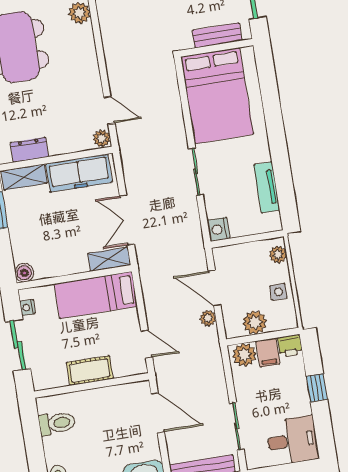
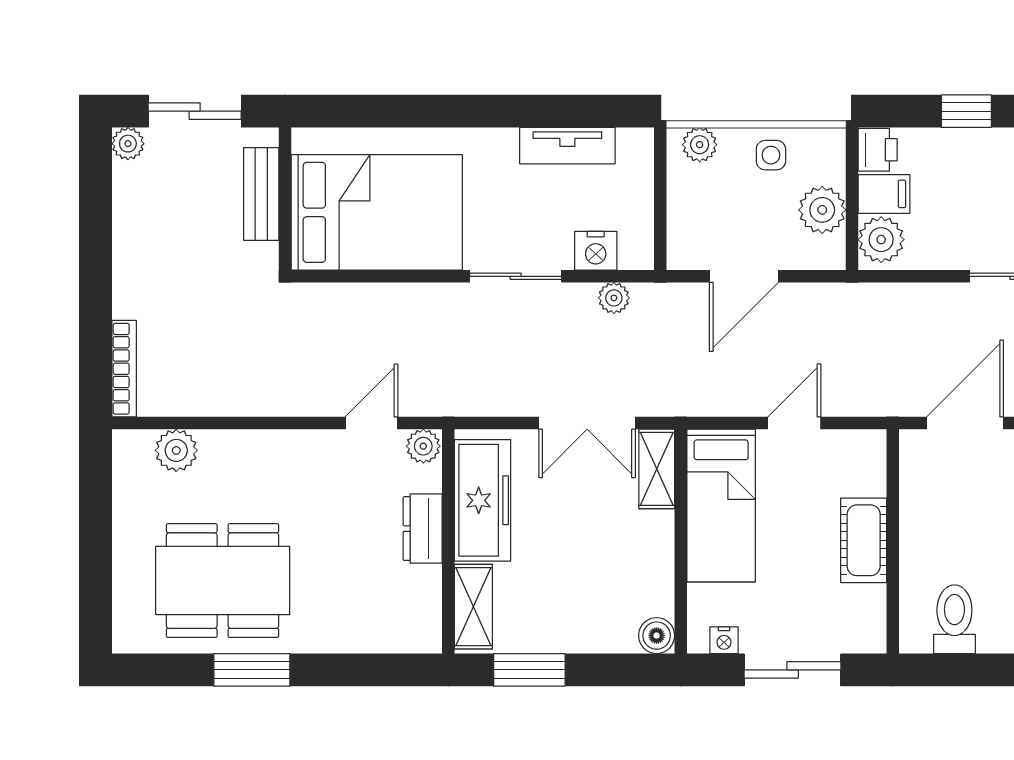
dresser: (29, 150) -> (423, 529), moved
nightstand: (218, 229) -> (596, 251), moved
plant: (208, 318) -> (614, 298), moved
door: (147, 344) -> (794, 423), moved

